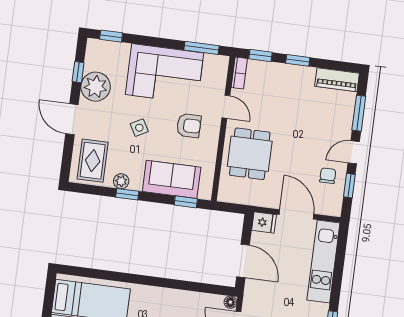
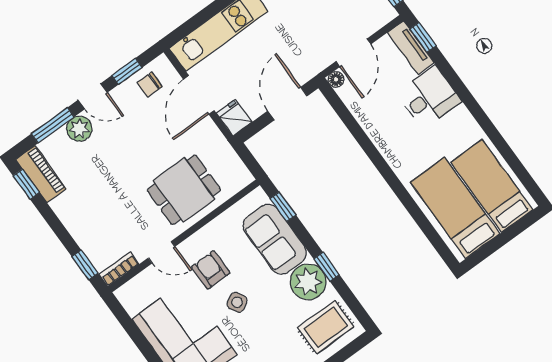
window: (202, 48) -> (129, 325), removed
window: (298, 60) -> (26, 184), moved
door: (226, 107) -> (162, 252), swing flipped
plant: (342, 127) -> (79, 129), added
side table: (139, 128) -> (237, 302), moved
chair: (328, 176) -> (150, 85), moved
plant: (121, 181) -> (308, 282), width x1.88, depth x1.88

